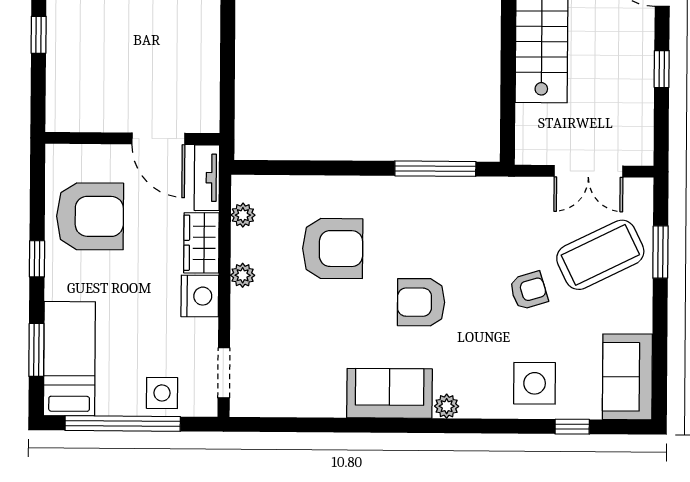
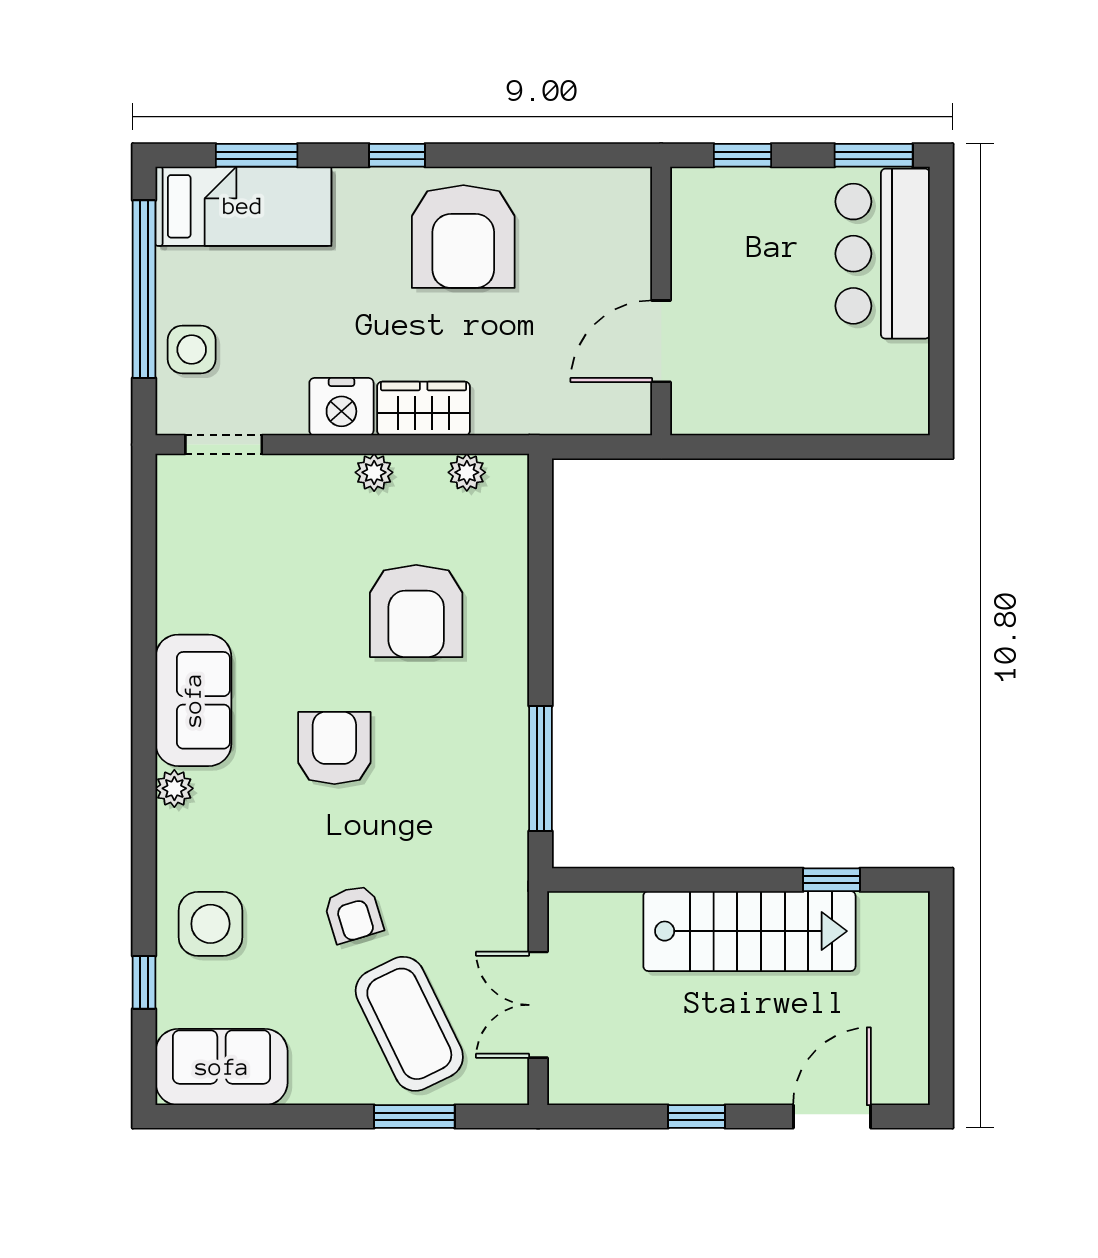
wall: (132, 138) -> (661, 301), moved
door: (158, 139) -> (661, 341), moved
tv unit: (207, 178) -> (524, 416), removed

